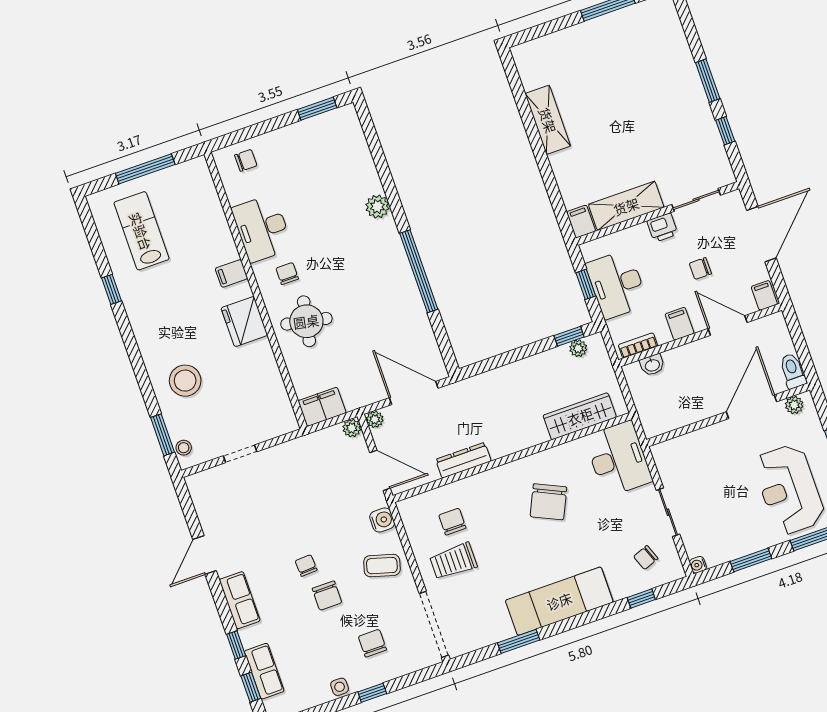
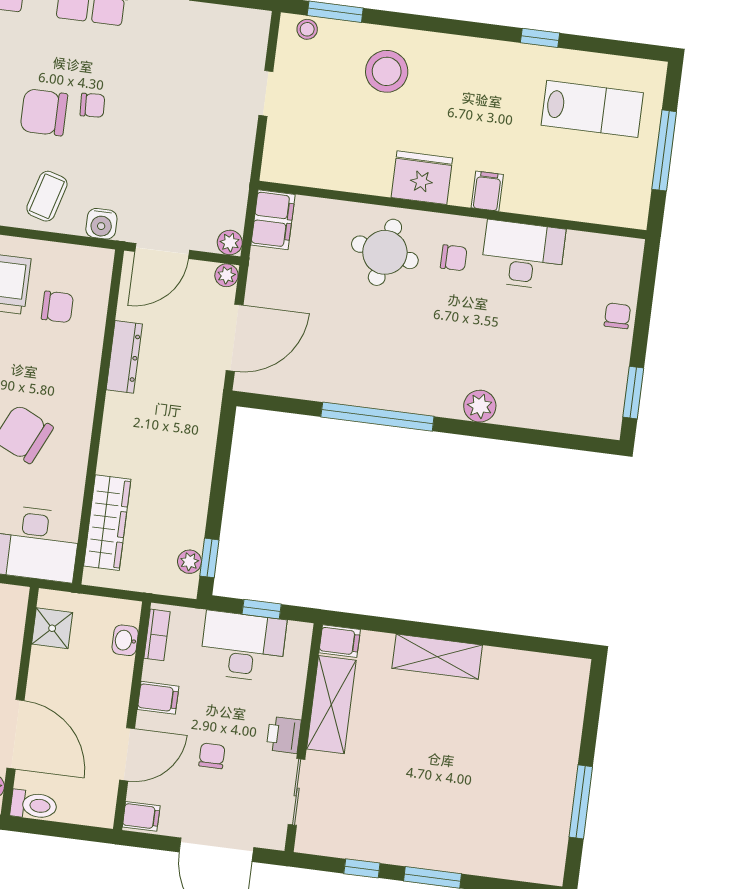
shelving: (548, 120) -> (437, 657), moved
chair: (246, 160) -> (617, 316), moved, turned 180
shower: (669, 418) -> (52, 628), added
chair: (327, 596) -> (44, 112), width x1.37, depth x1.37

